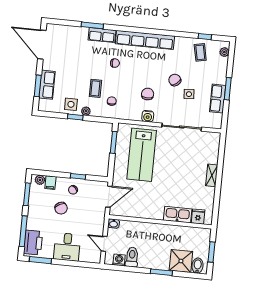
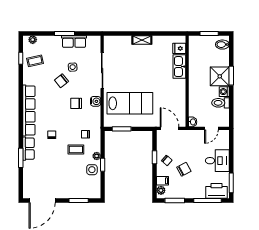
row of seats: (47, 85) -> (77, 192), removed
washing machine: (119, 260) -> (224, 92), moved
shower: (181, 261) -> (220, 76), moved

